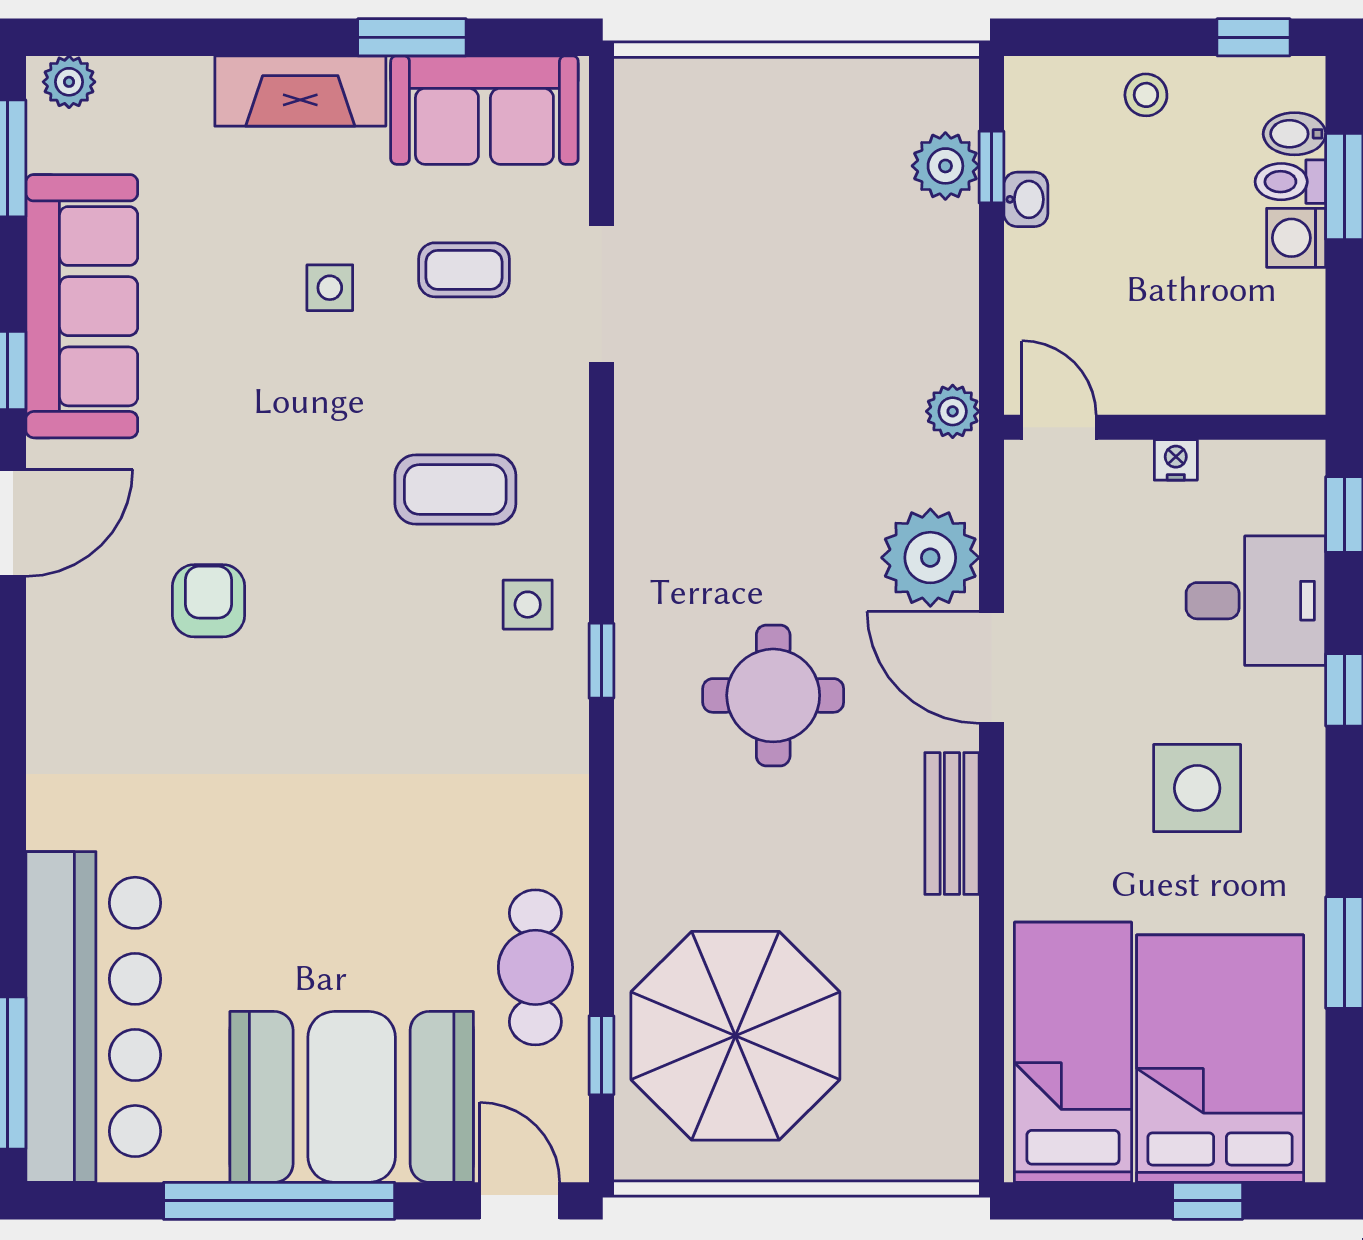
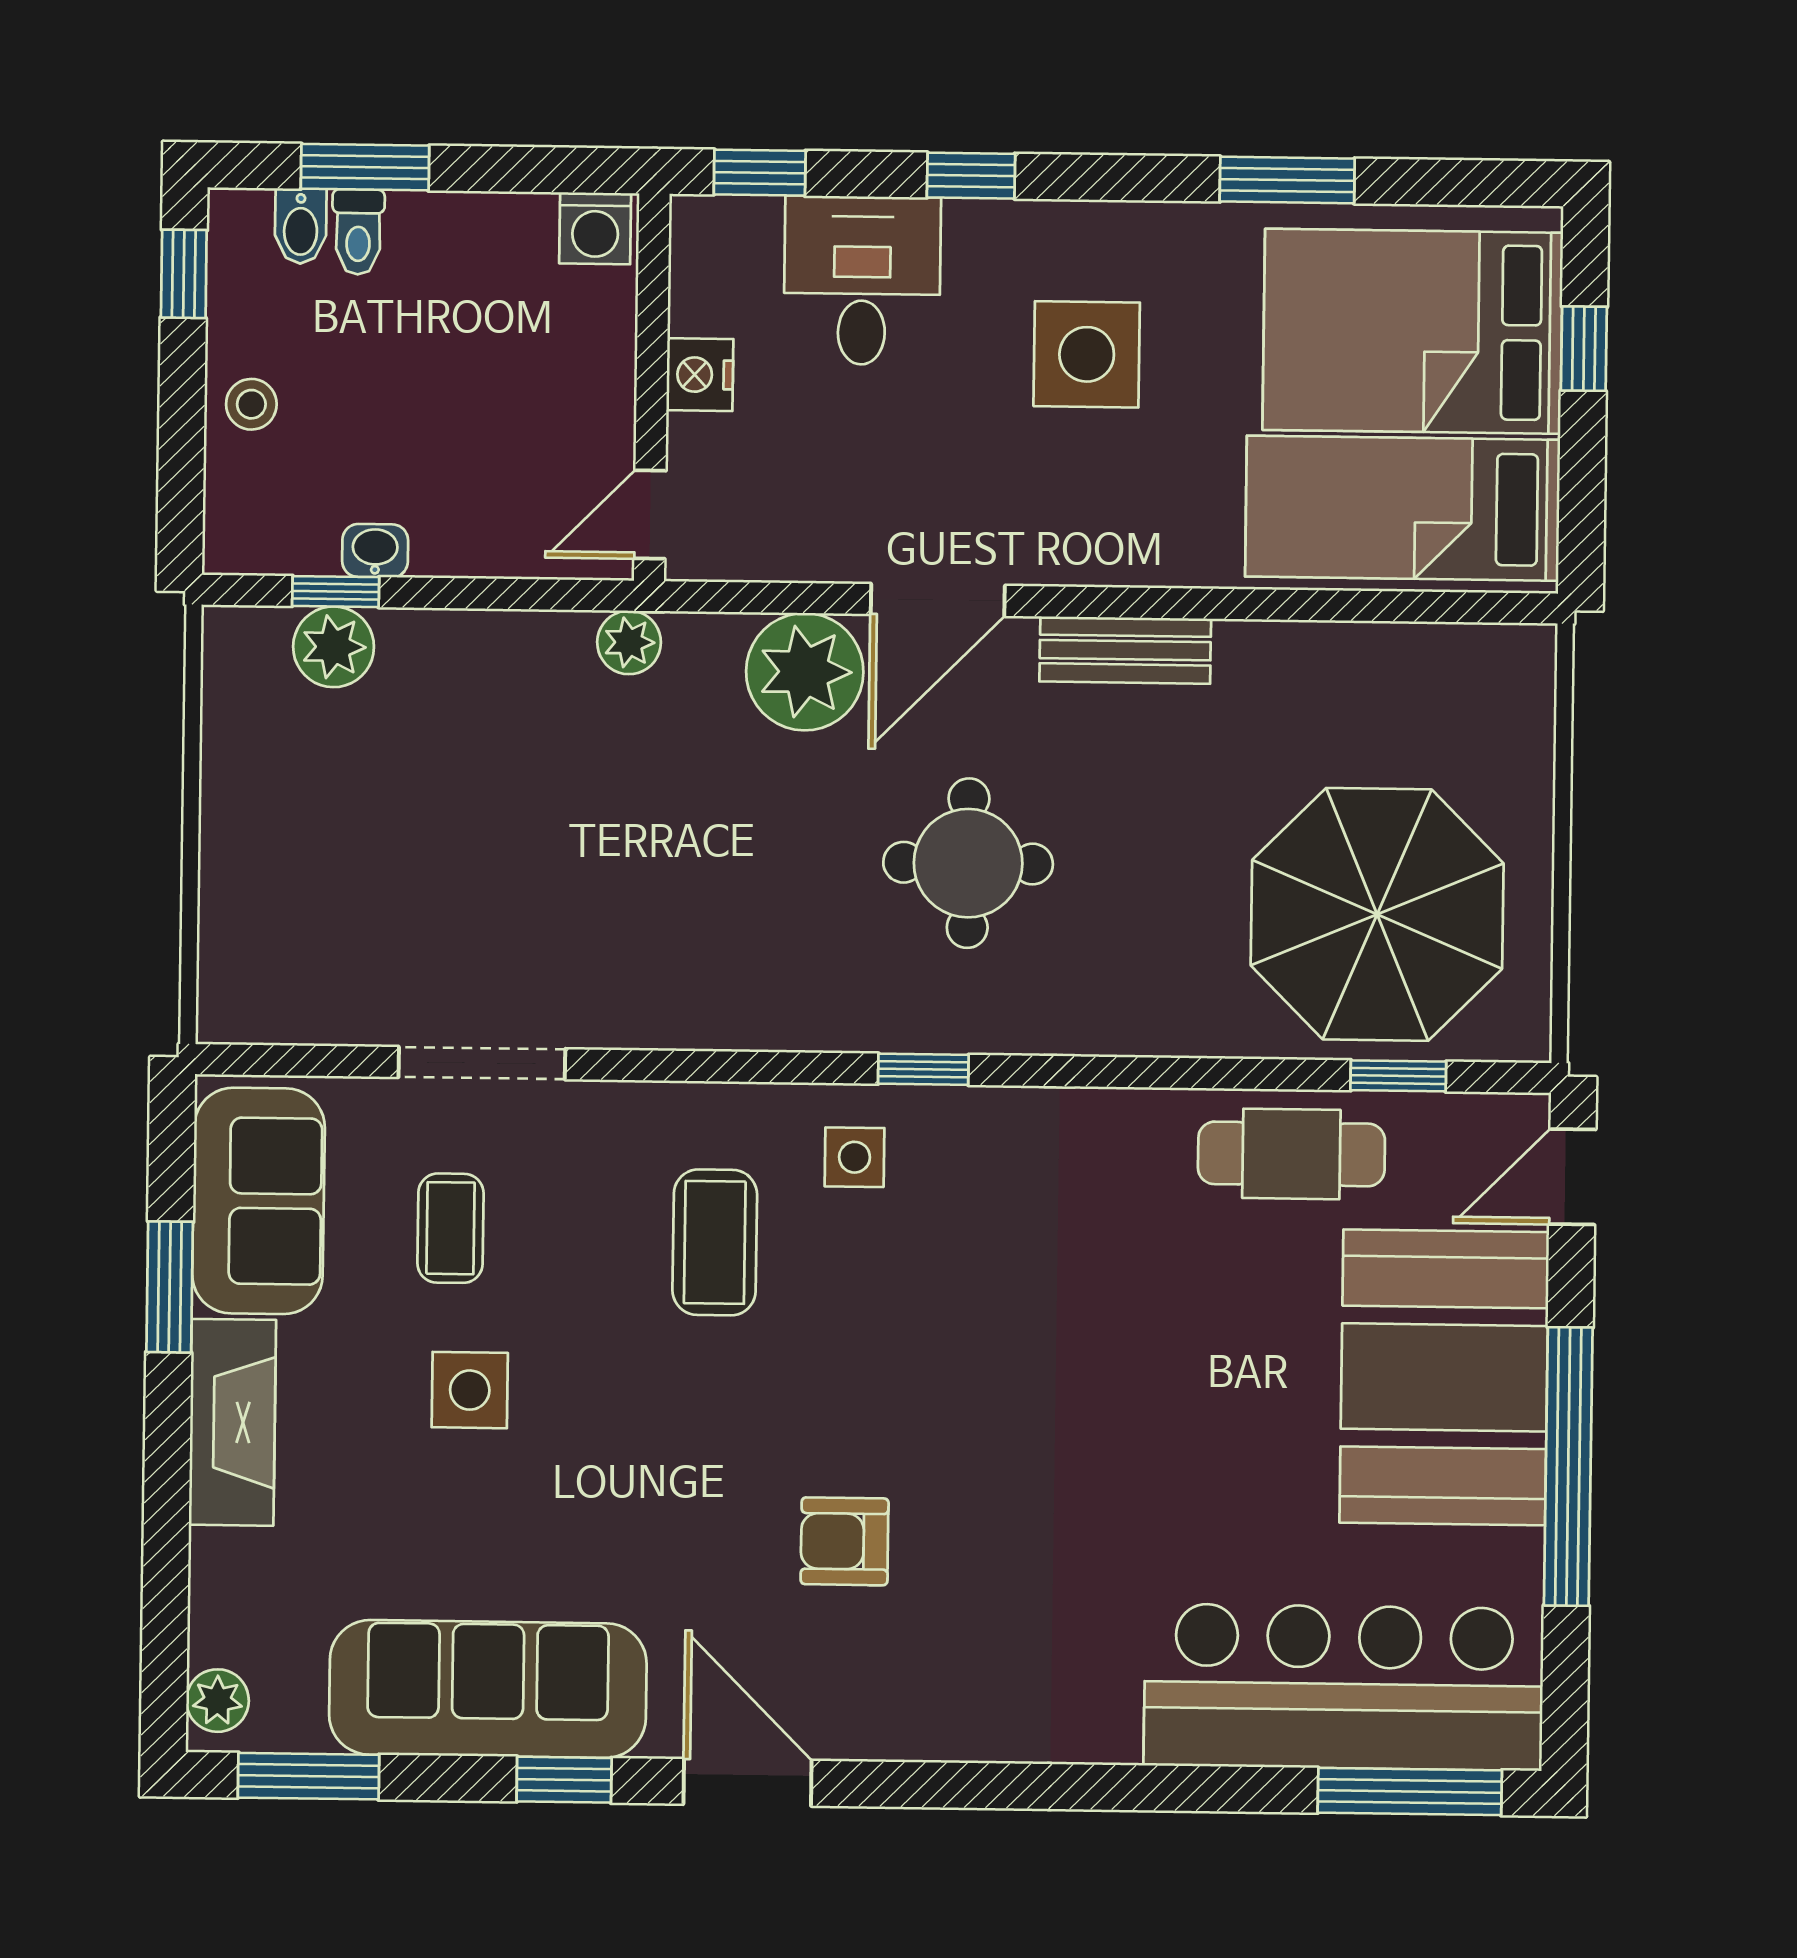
washing machine: (1296, 238) -> (595, 228), moved
side table: (330, 288) -> (470, 1390), width x1.37, depth x1.37
nightstand: (1176, 460) -> (700, 375), width x1.39, depth x1.35

